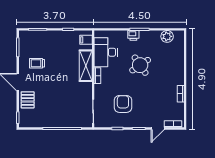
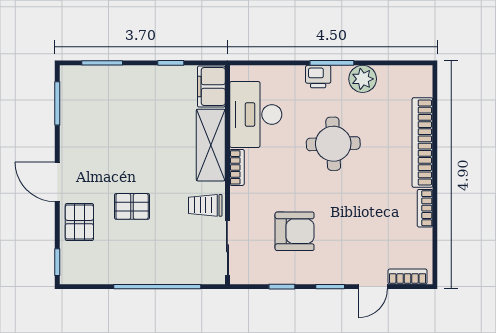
plant: (167, 36) -> (363, 79), moved
filing cabinet: (86, 40) -> (211, 87), width x2.00
trolley: (37, 63) -> (205, 205), moved
round table: (140, 65) -> (333, 144), turned 32
bookcase: (180, 65) -> (422, 142), added
pallet: (51, 93) -> (132, 206), added
armchair: (123, 104) -> (295, 231), turned 90

